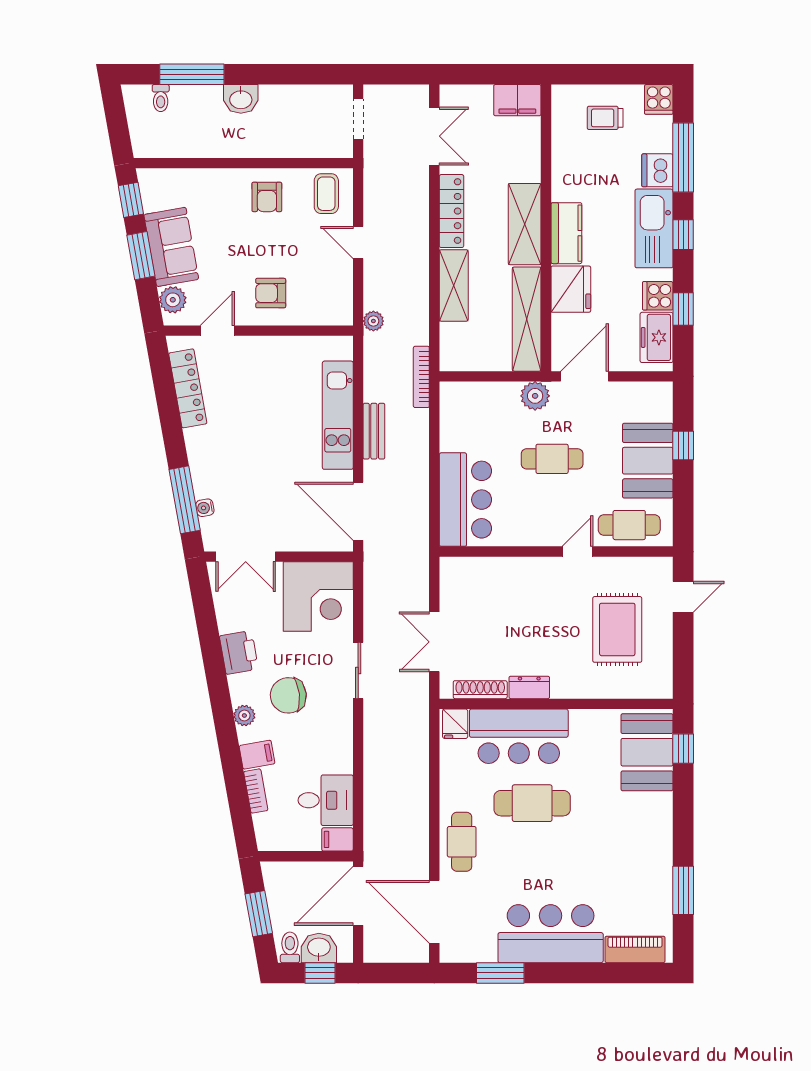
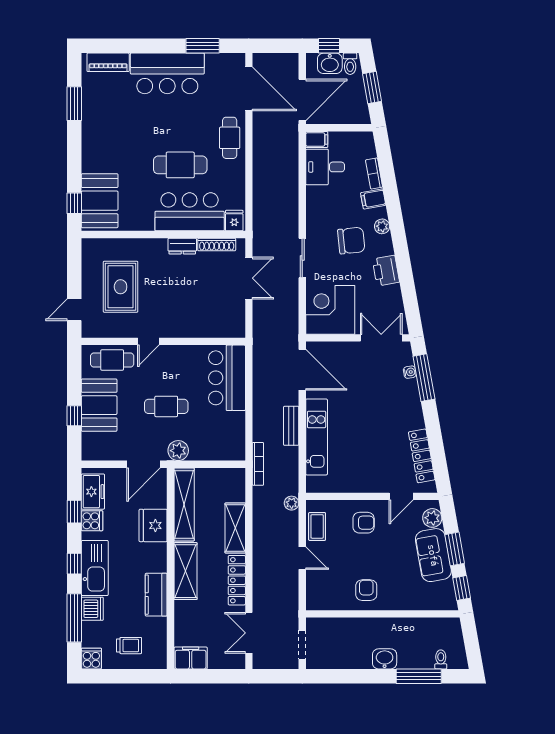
coffee table: (326, 194) -> (317, 526), moved
kitchen counter: (566, 233) -> (156, 595), moved

